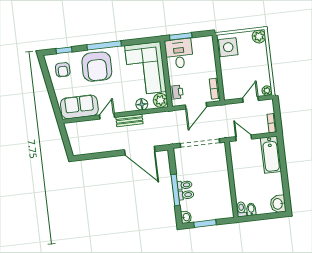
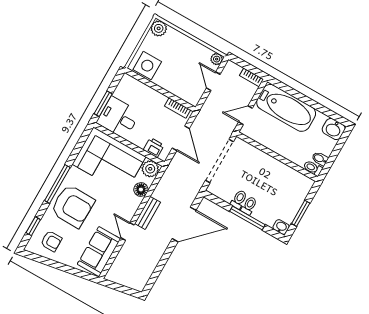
bathtub: (271, 155) -> (286, 108), width x1.36, depth x1.36
toilet: (186, 195) -> (239, 199), moved

